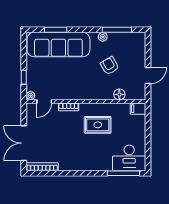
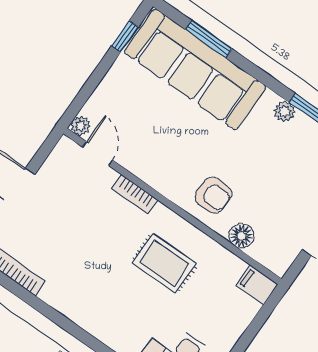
armchair: (110, 66) -> (213, 195), moved, turned 120
window: (24, 77) -> (125, 36), moved
door: (44, 101) -> (98, 154), swing flipped

